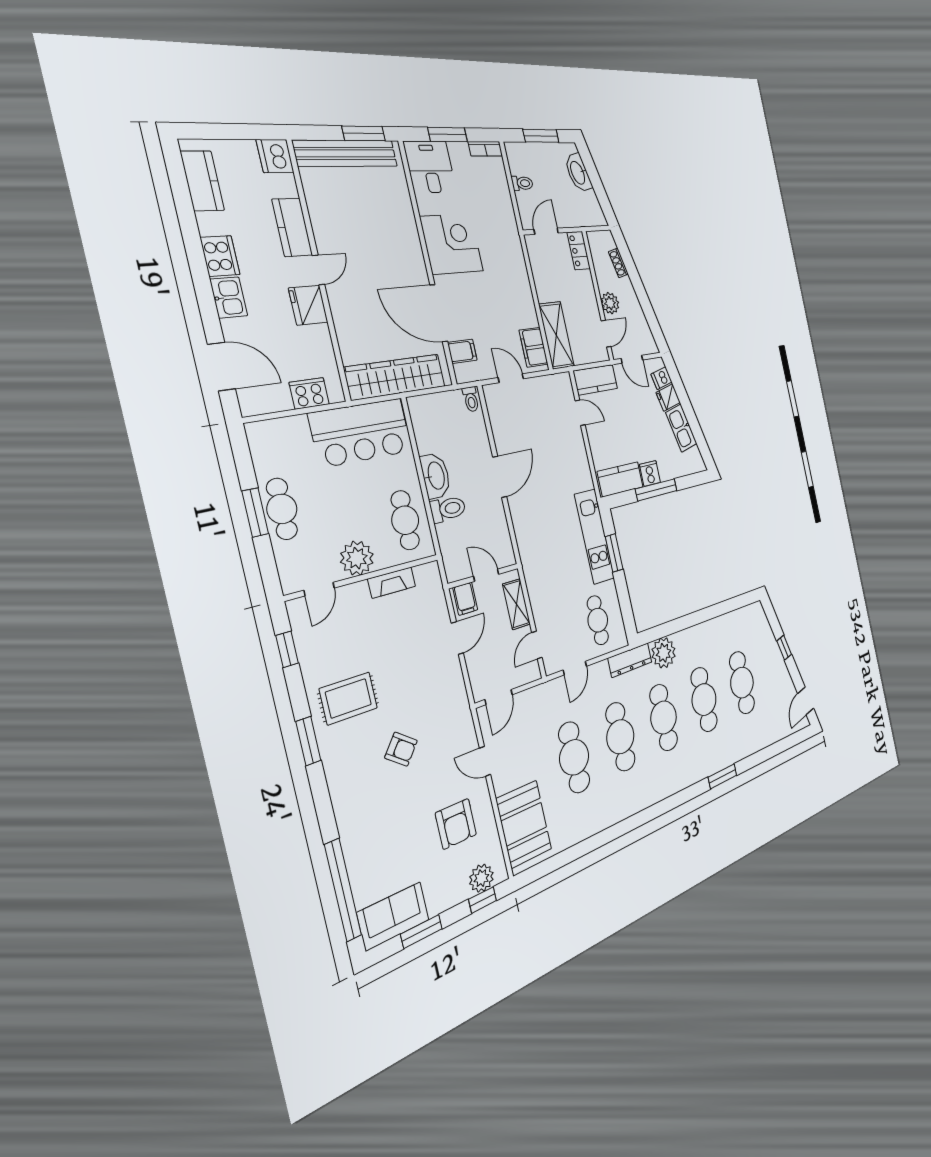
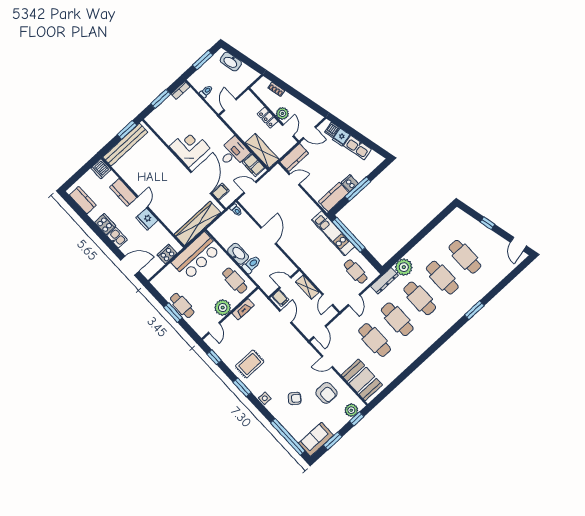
desk: (430, 167) -> (233, 153), moved, turned 90
locker: (579, 251) -> (268, 118), moved
door: (439, 313) -> (201, 183), swing flipped
window: (614, 553) -> (349, 235), width x2.11
armchair: (401, 749) -> (295, 398), moved
side table: (341, 785) -> (265, 398), added

